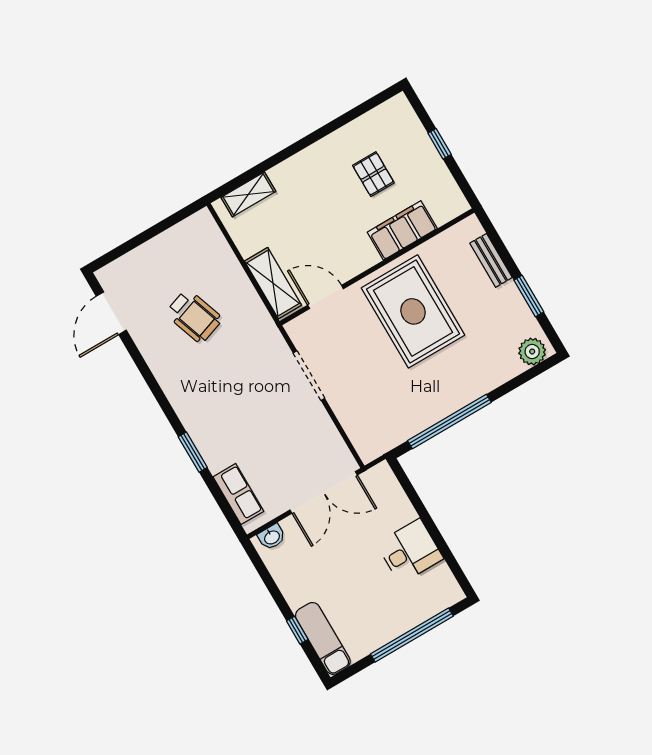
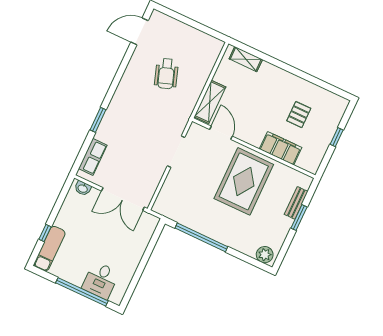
window: (529, 296) -> (299, 218), moved
desk: (410, 551) -> (101, 280), moved, turned 90

